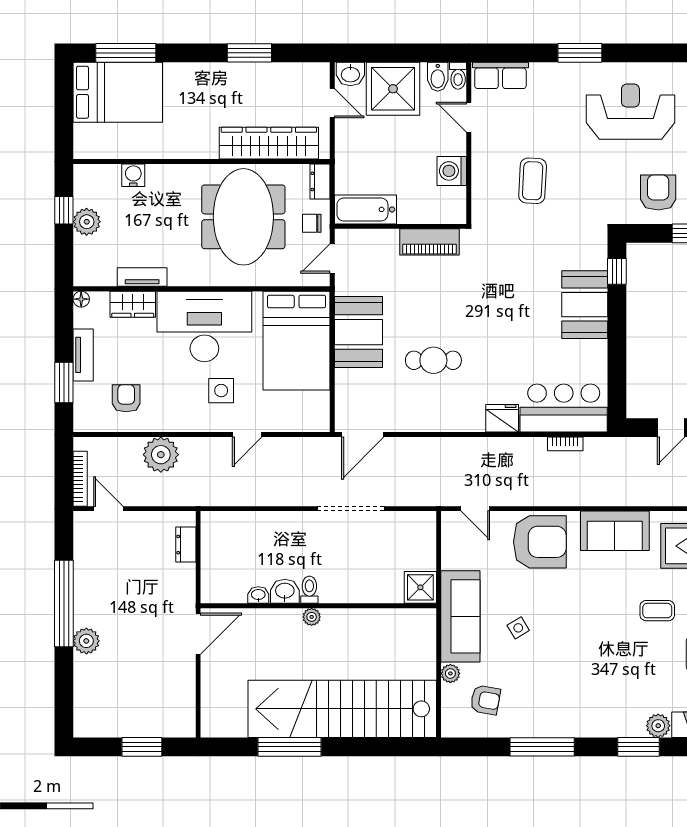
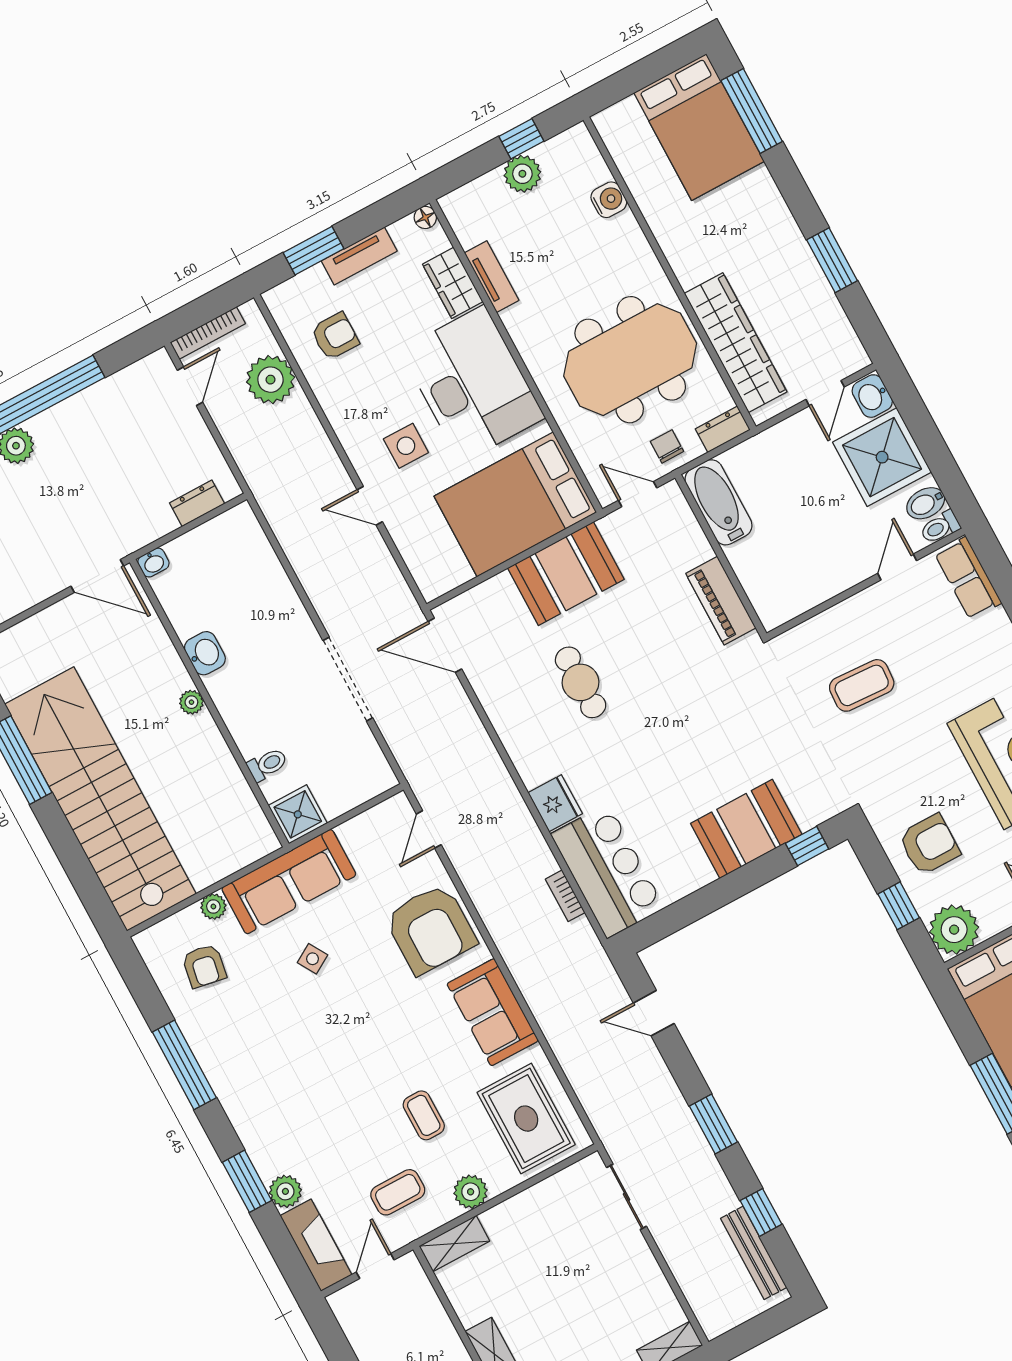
washing machine: (452, 171) -> (821, 582), removed
plant: (161, 455) -> (271, 380), moved
toilet: (309, 590) -> (267, 764), moved
washbasin: (258, 595) -> (153, 563), moved, turned 90

